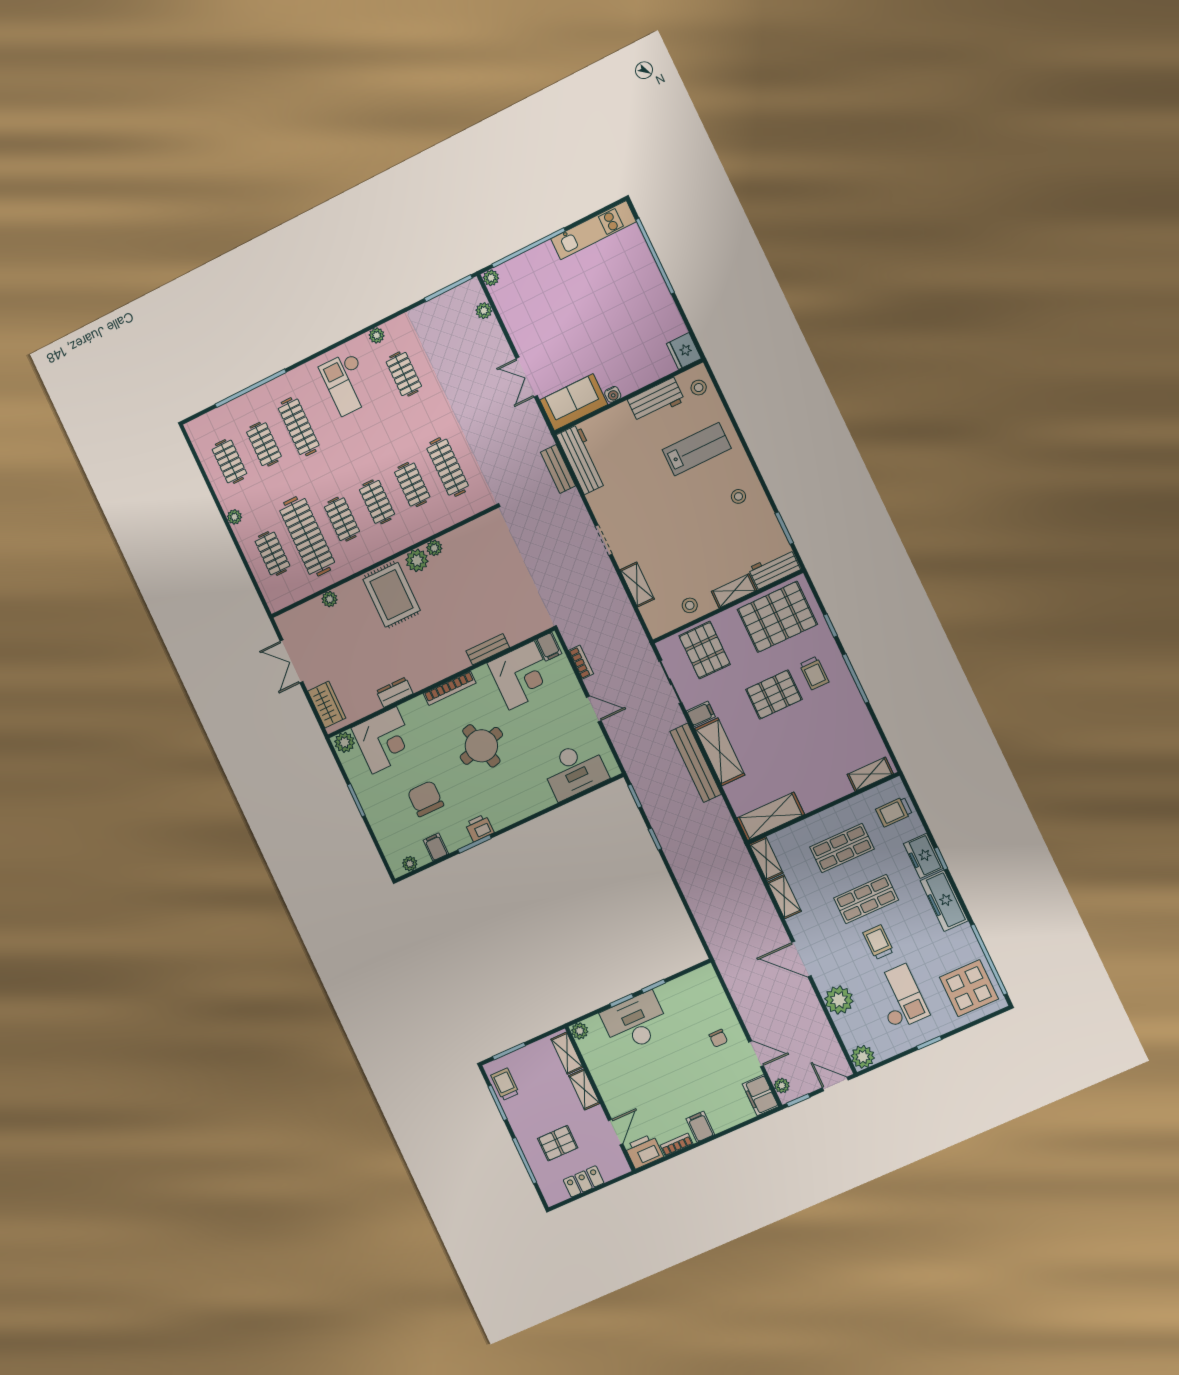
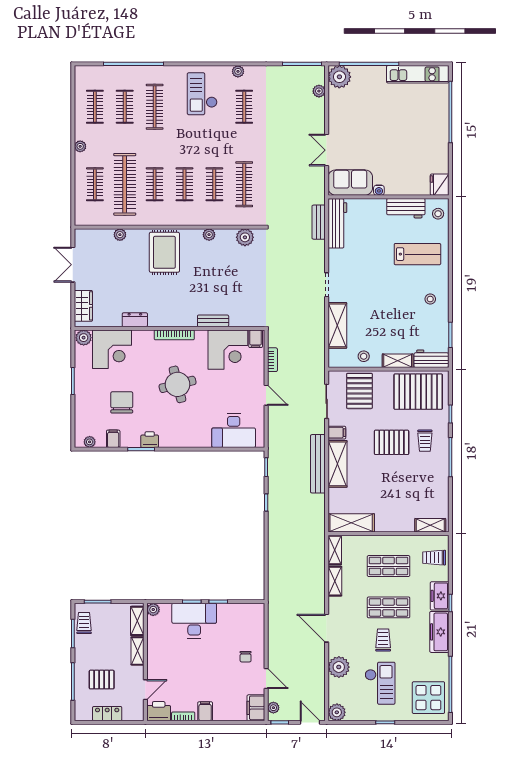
plant: (491, 278) -> (339, 77), width x1.88, depth x1.88
plant: (417, 560) -> (245, 237), moved
shelving: (637, 585) -> (337, 325), width x1.50, depth x1.33

